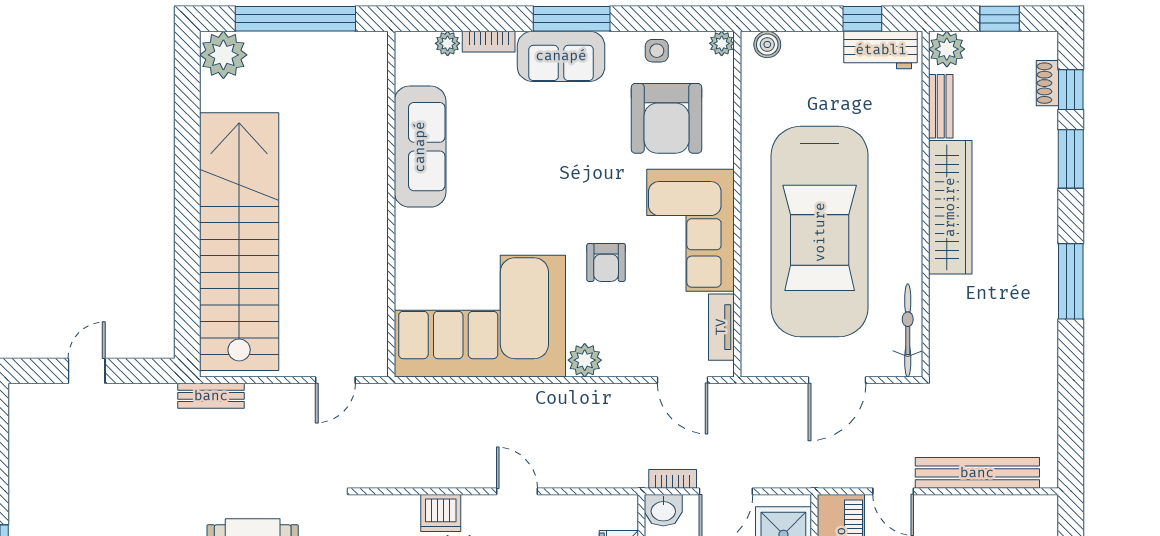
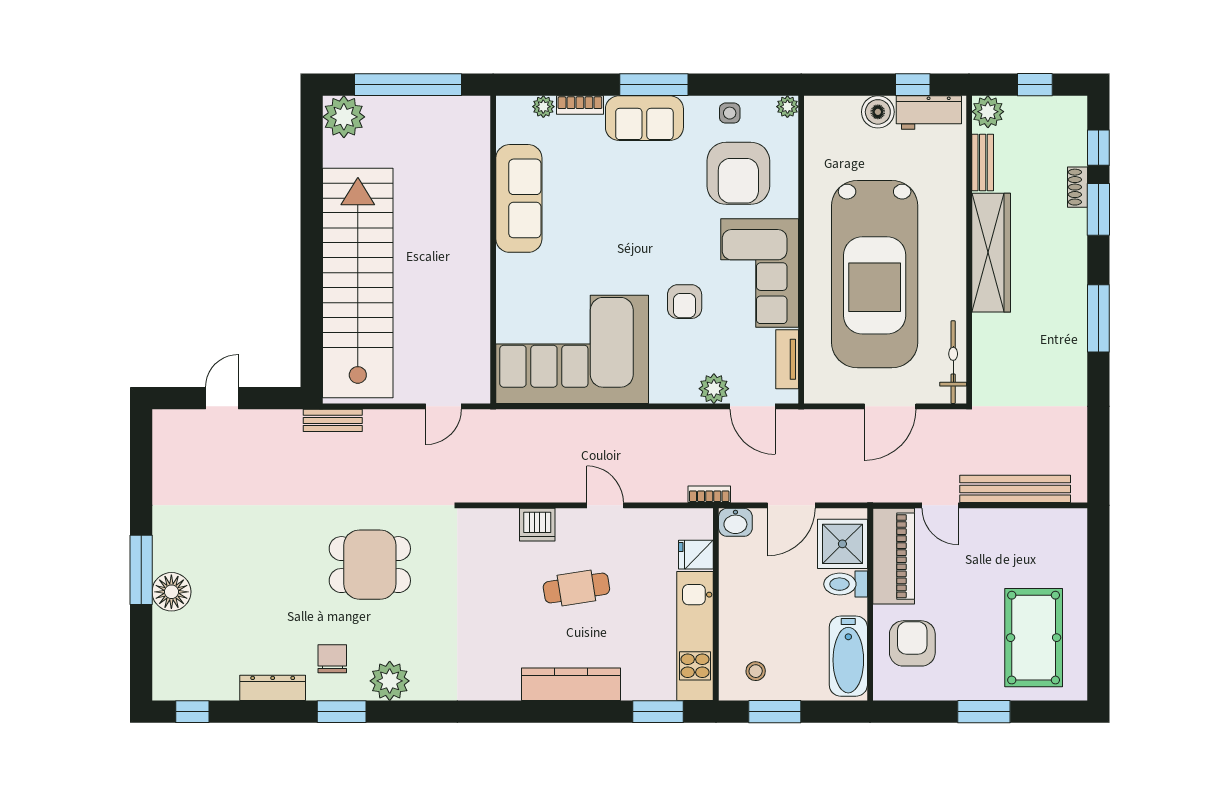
boiler: (767, 44) -> (878, 112), moved, width x1.36, depth x1.36
shoe rack: (1047, 83) -> (1077, 187), moved
plant: (585, 360) -> (714, 389), moved
bookcase: (673, 479) -> (709, 494), moved

